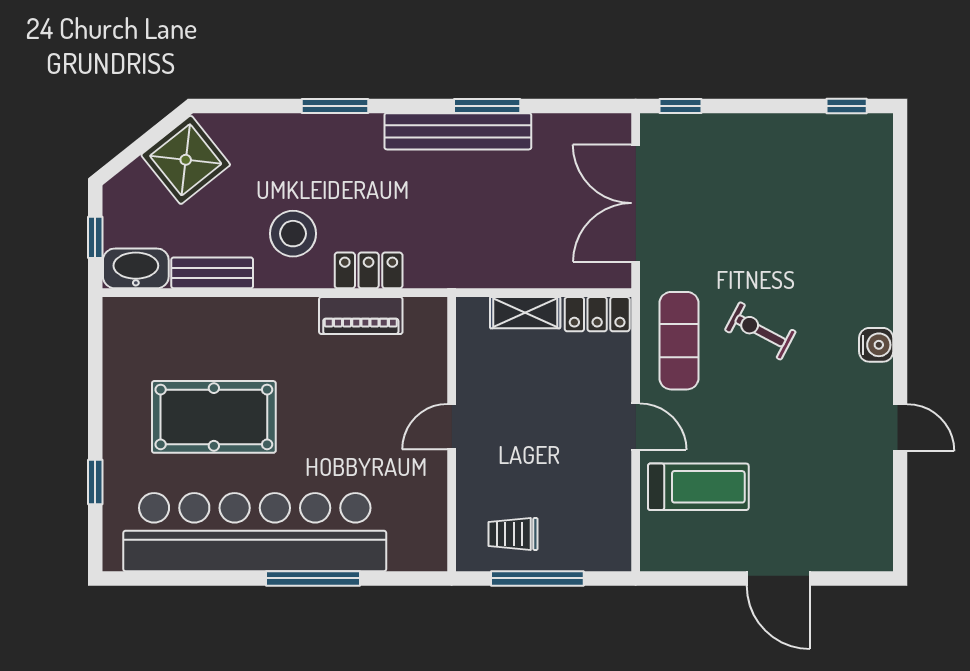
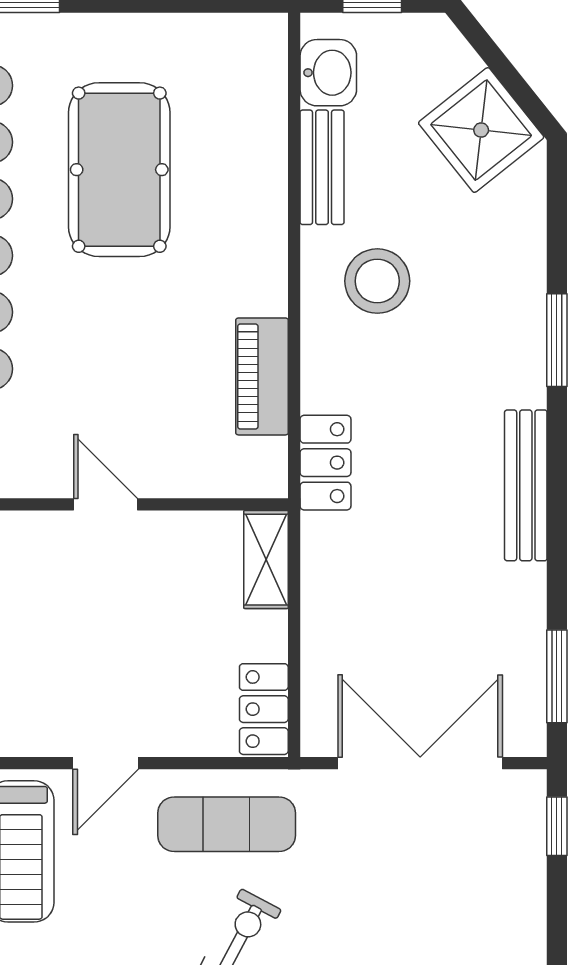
window: (487, 106) -> (557, 676), moved
bench: (458, 131) -> (526, 485), width x0.73, depth x0.82
washbasin: (136, 268) -> (328, 73), width x0.72
locker: (369, 270) -> (325, 463), moved
shelving: (525, 313) -> (266, 560), moved

